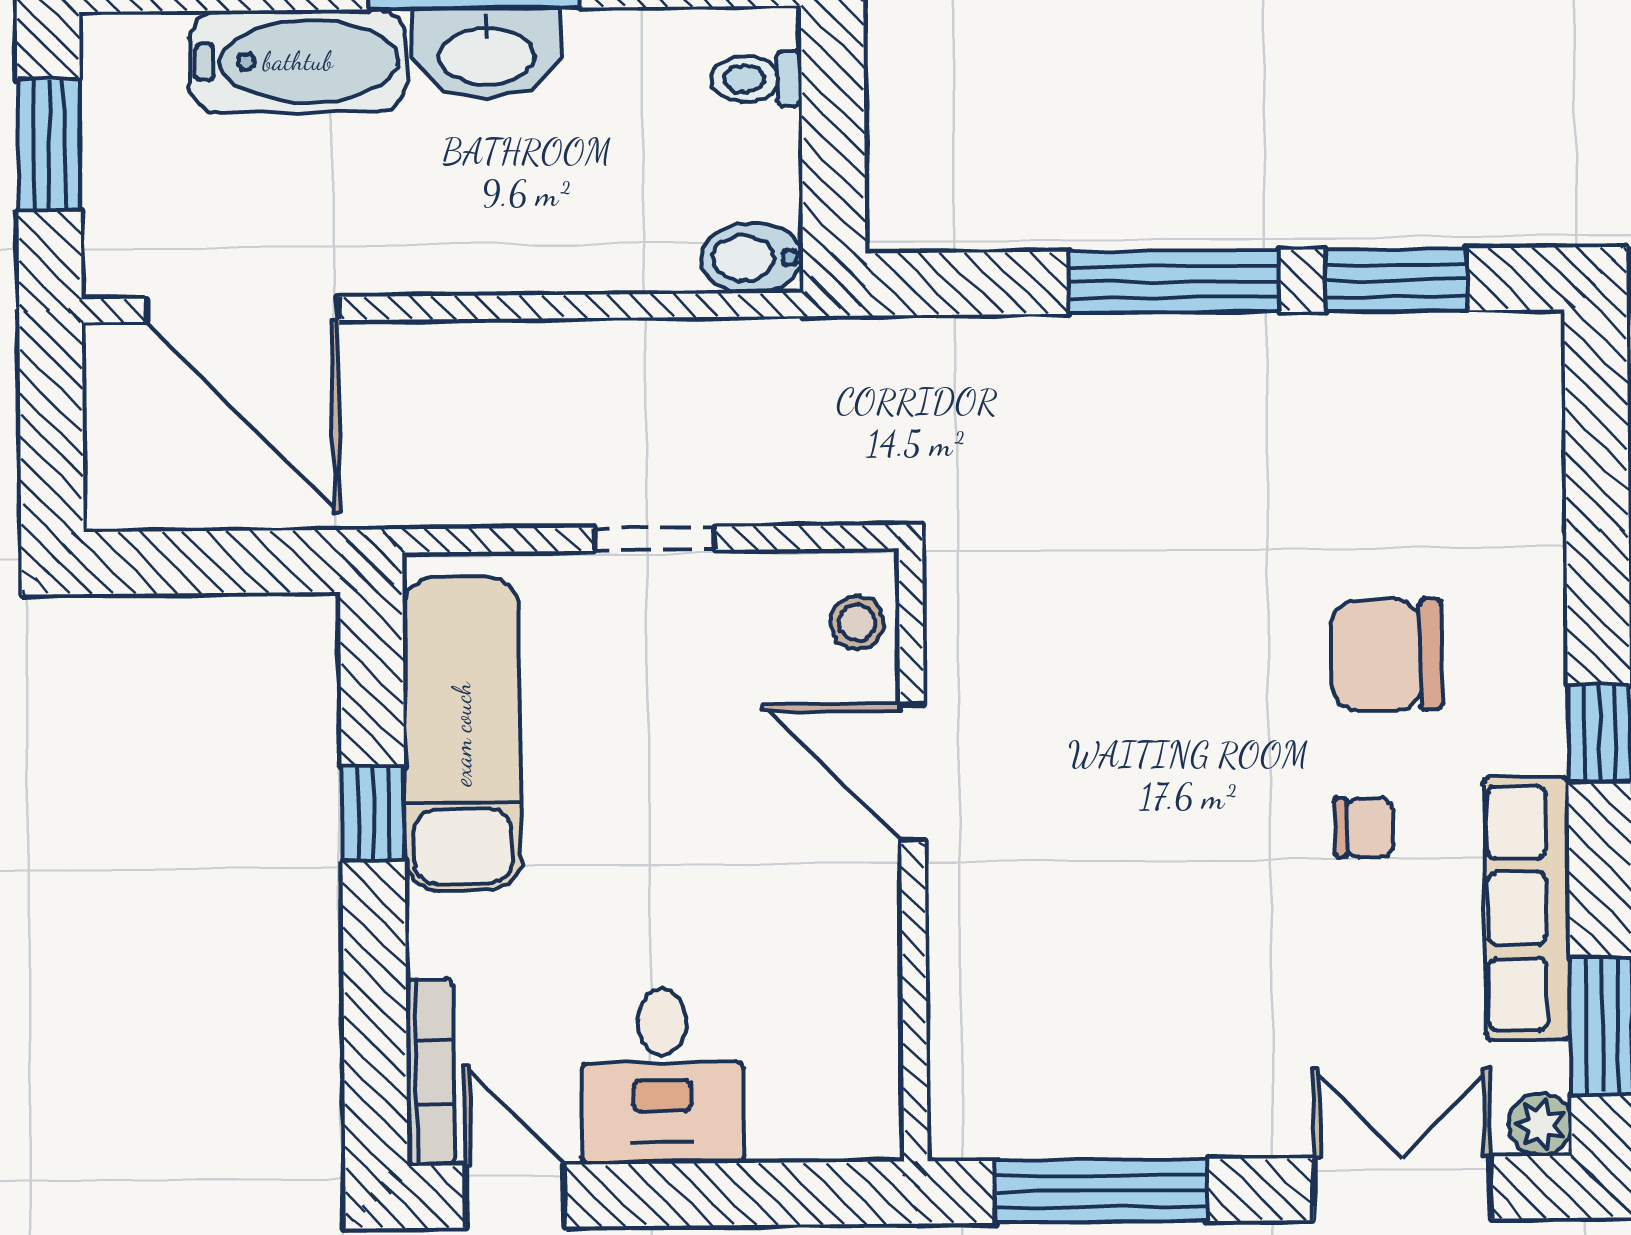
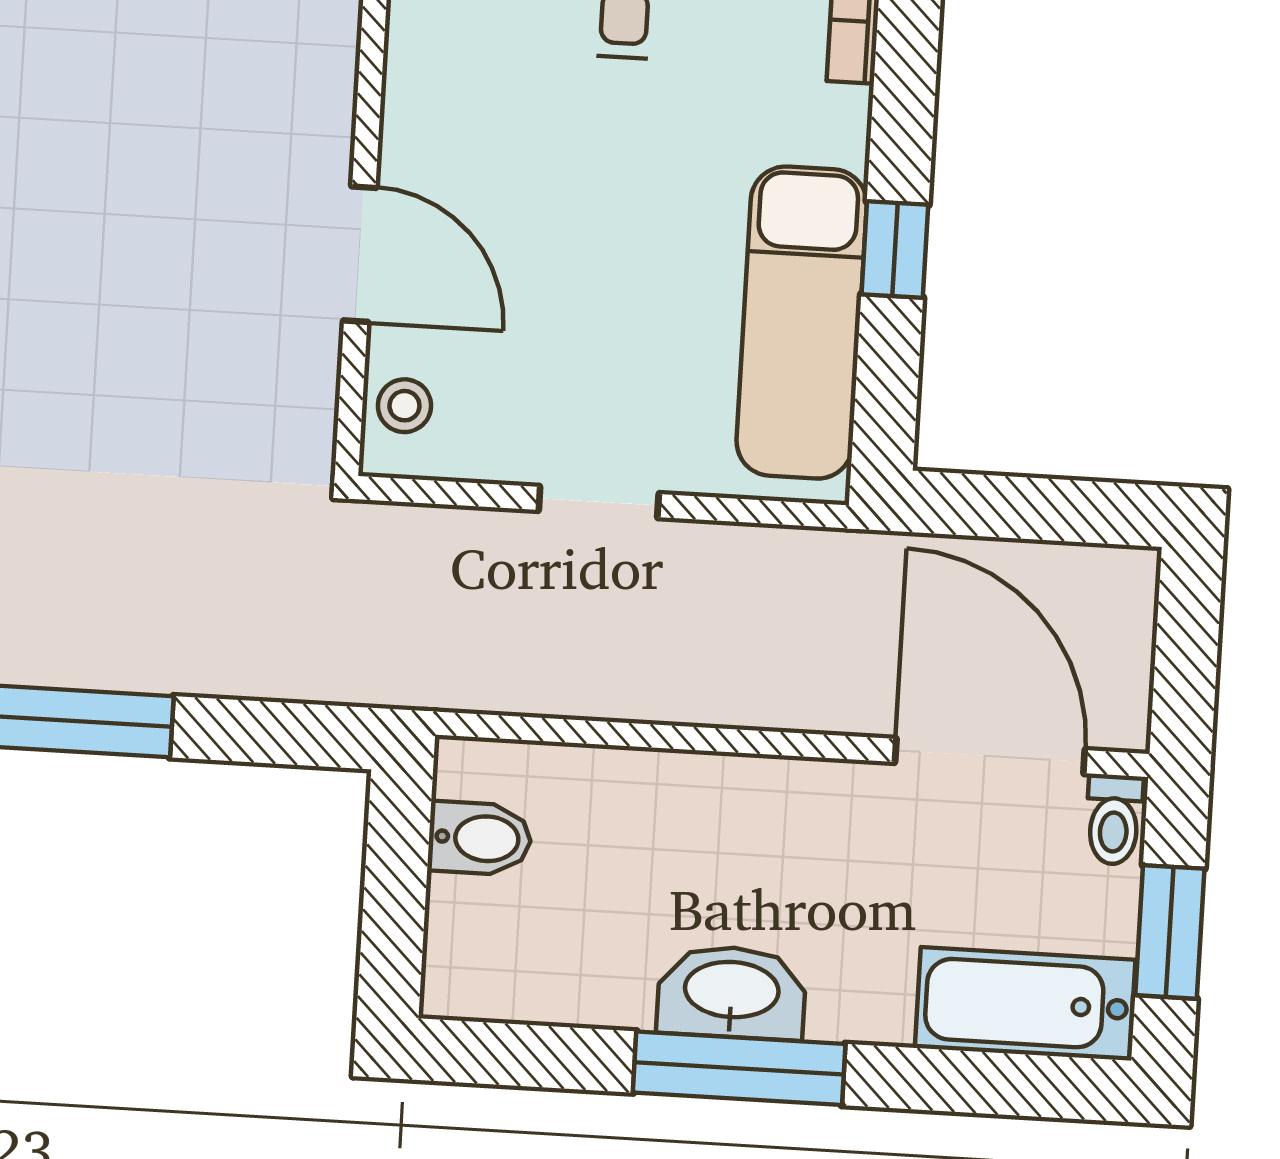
bathtub: (298, 61) -> (1025, 1004), moved
toilet: (757, 79) -> (1114, 820), moved, turned 90
bidet: (752, 258) -> (480, 838), moved

